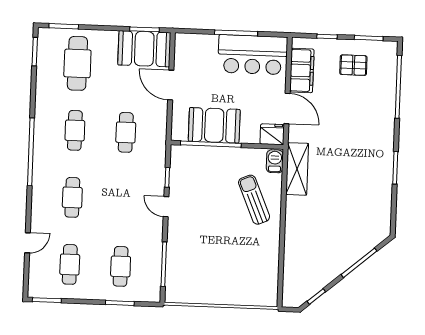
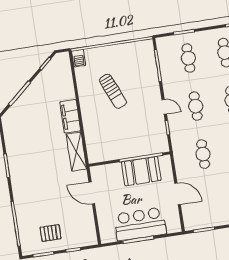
booth: (144, 49) -> (201, 216), removed
bar counter: (253, 55) -> (140, 224), moved
filing cabinet: (302, 71) -> (70, 116), moved
fridge: (272, 134) -> (99, 173), removed
barbecue: (275, 161) -> (79, 58), moved
cafe table: (123, 199) -> (196, 106), added
sun lounger: (254, 200) -> (113, 91), moved

